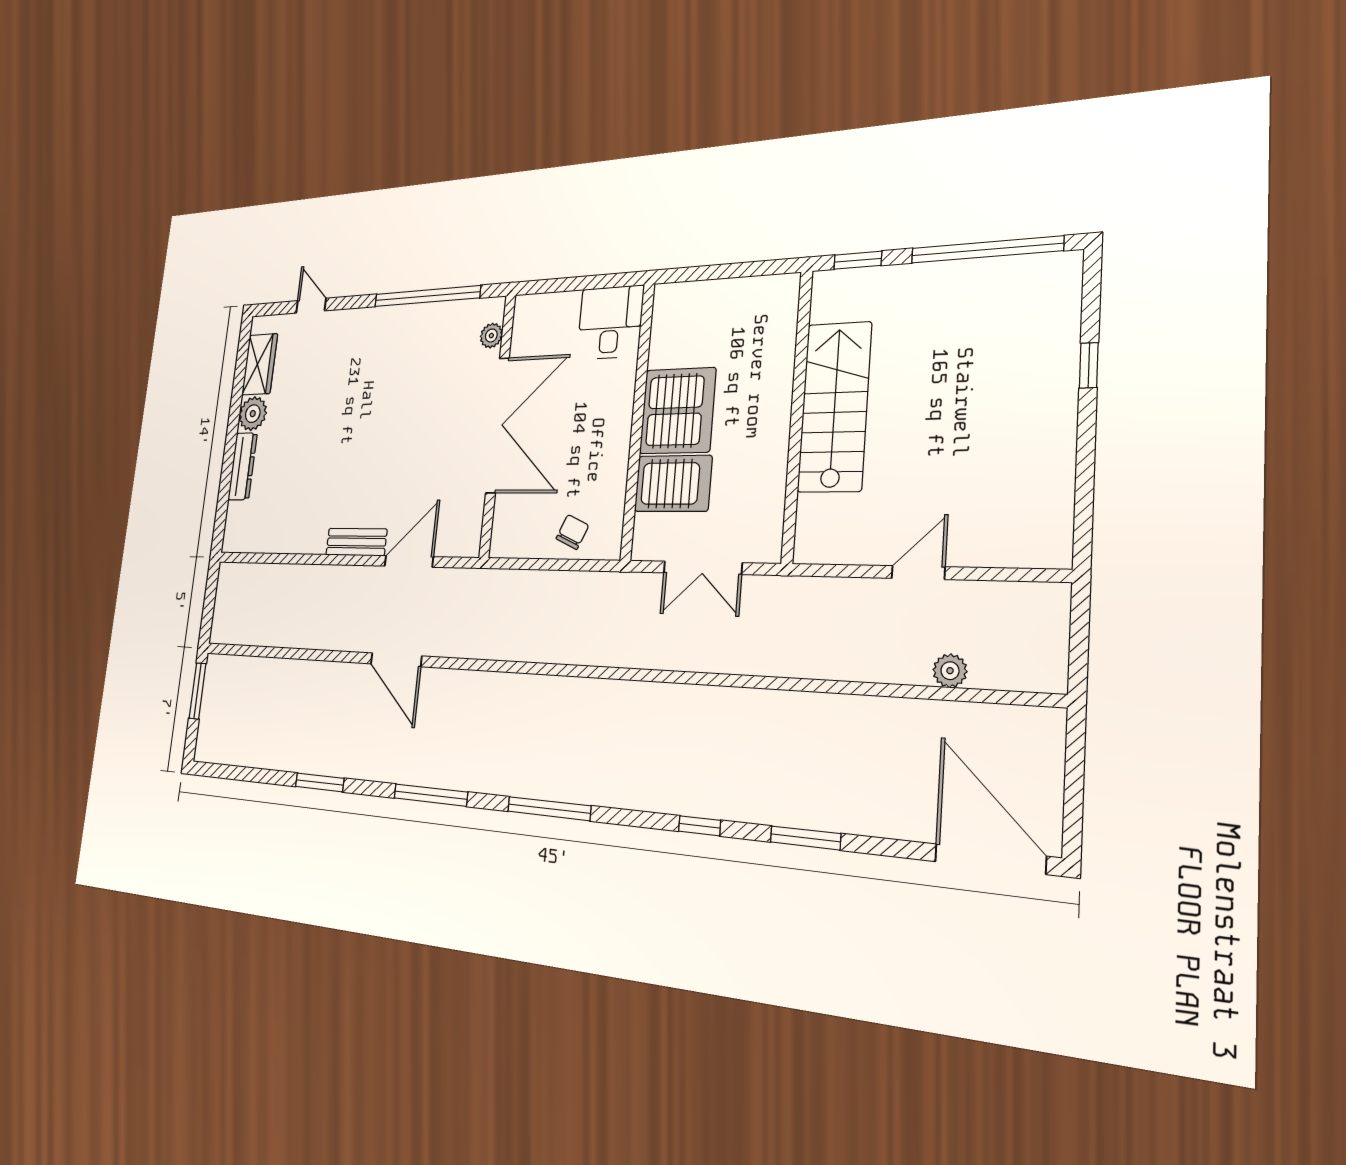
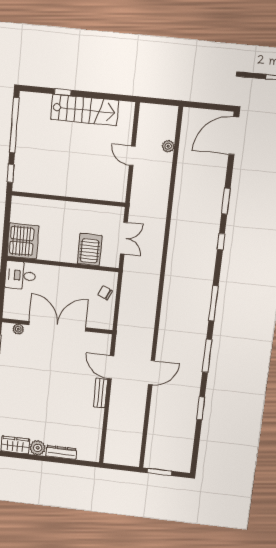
stairs: (835, 407) -> (85, 110), moved, turned 180
server rack: (678, 411) -> (23, 241), moved, turned 90

